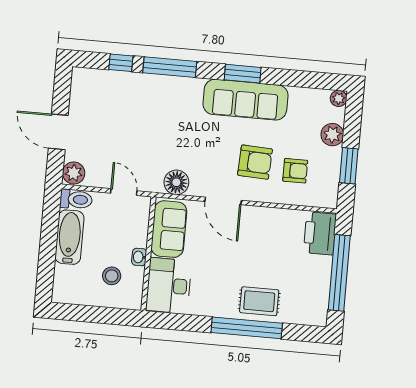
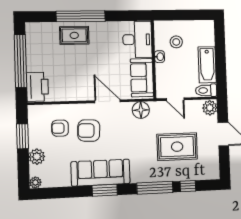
rug: (130, 122) -> (177, 147), added

